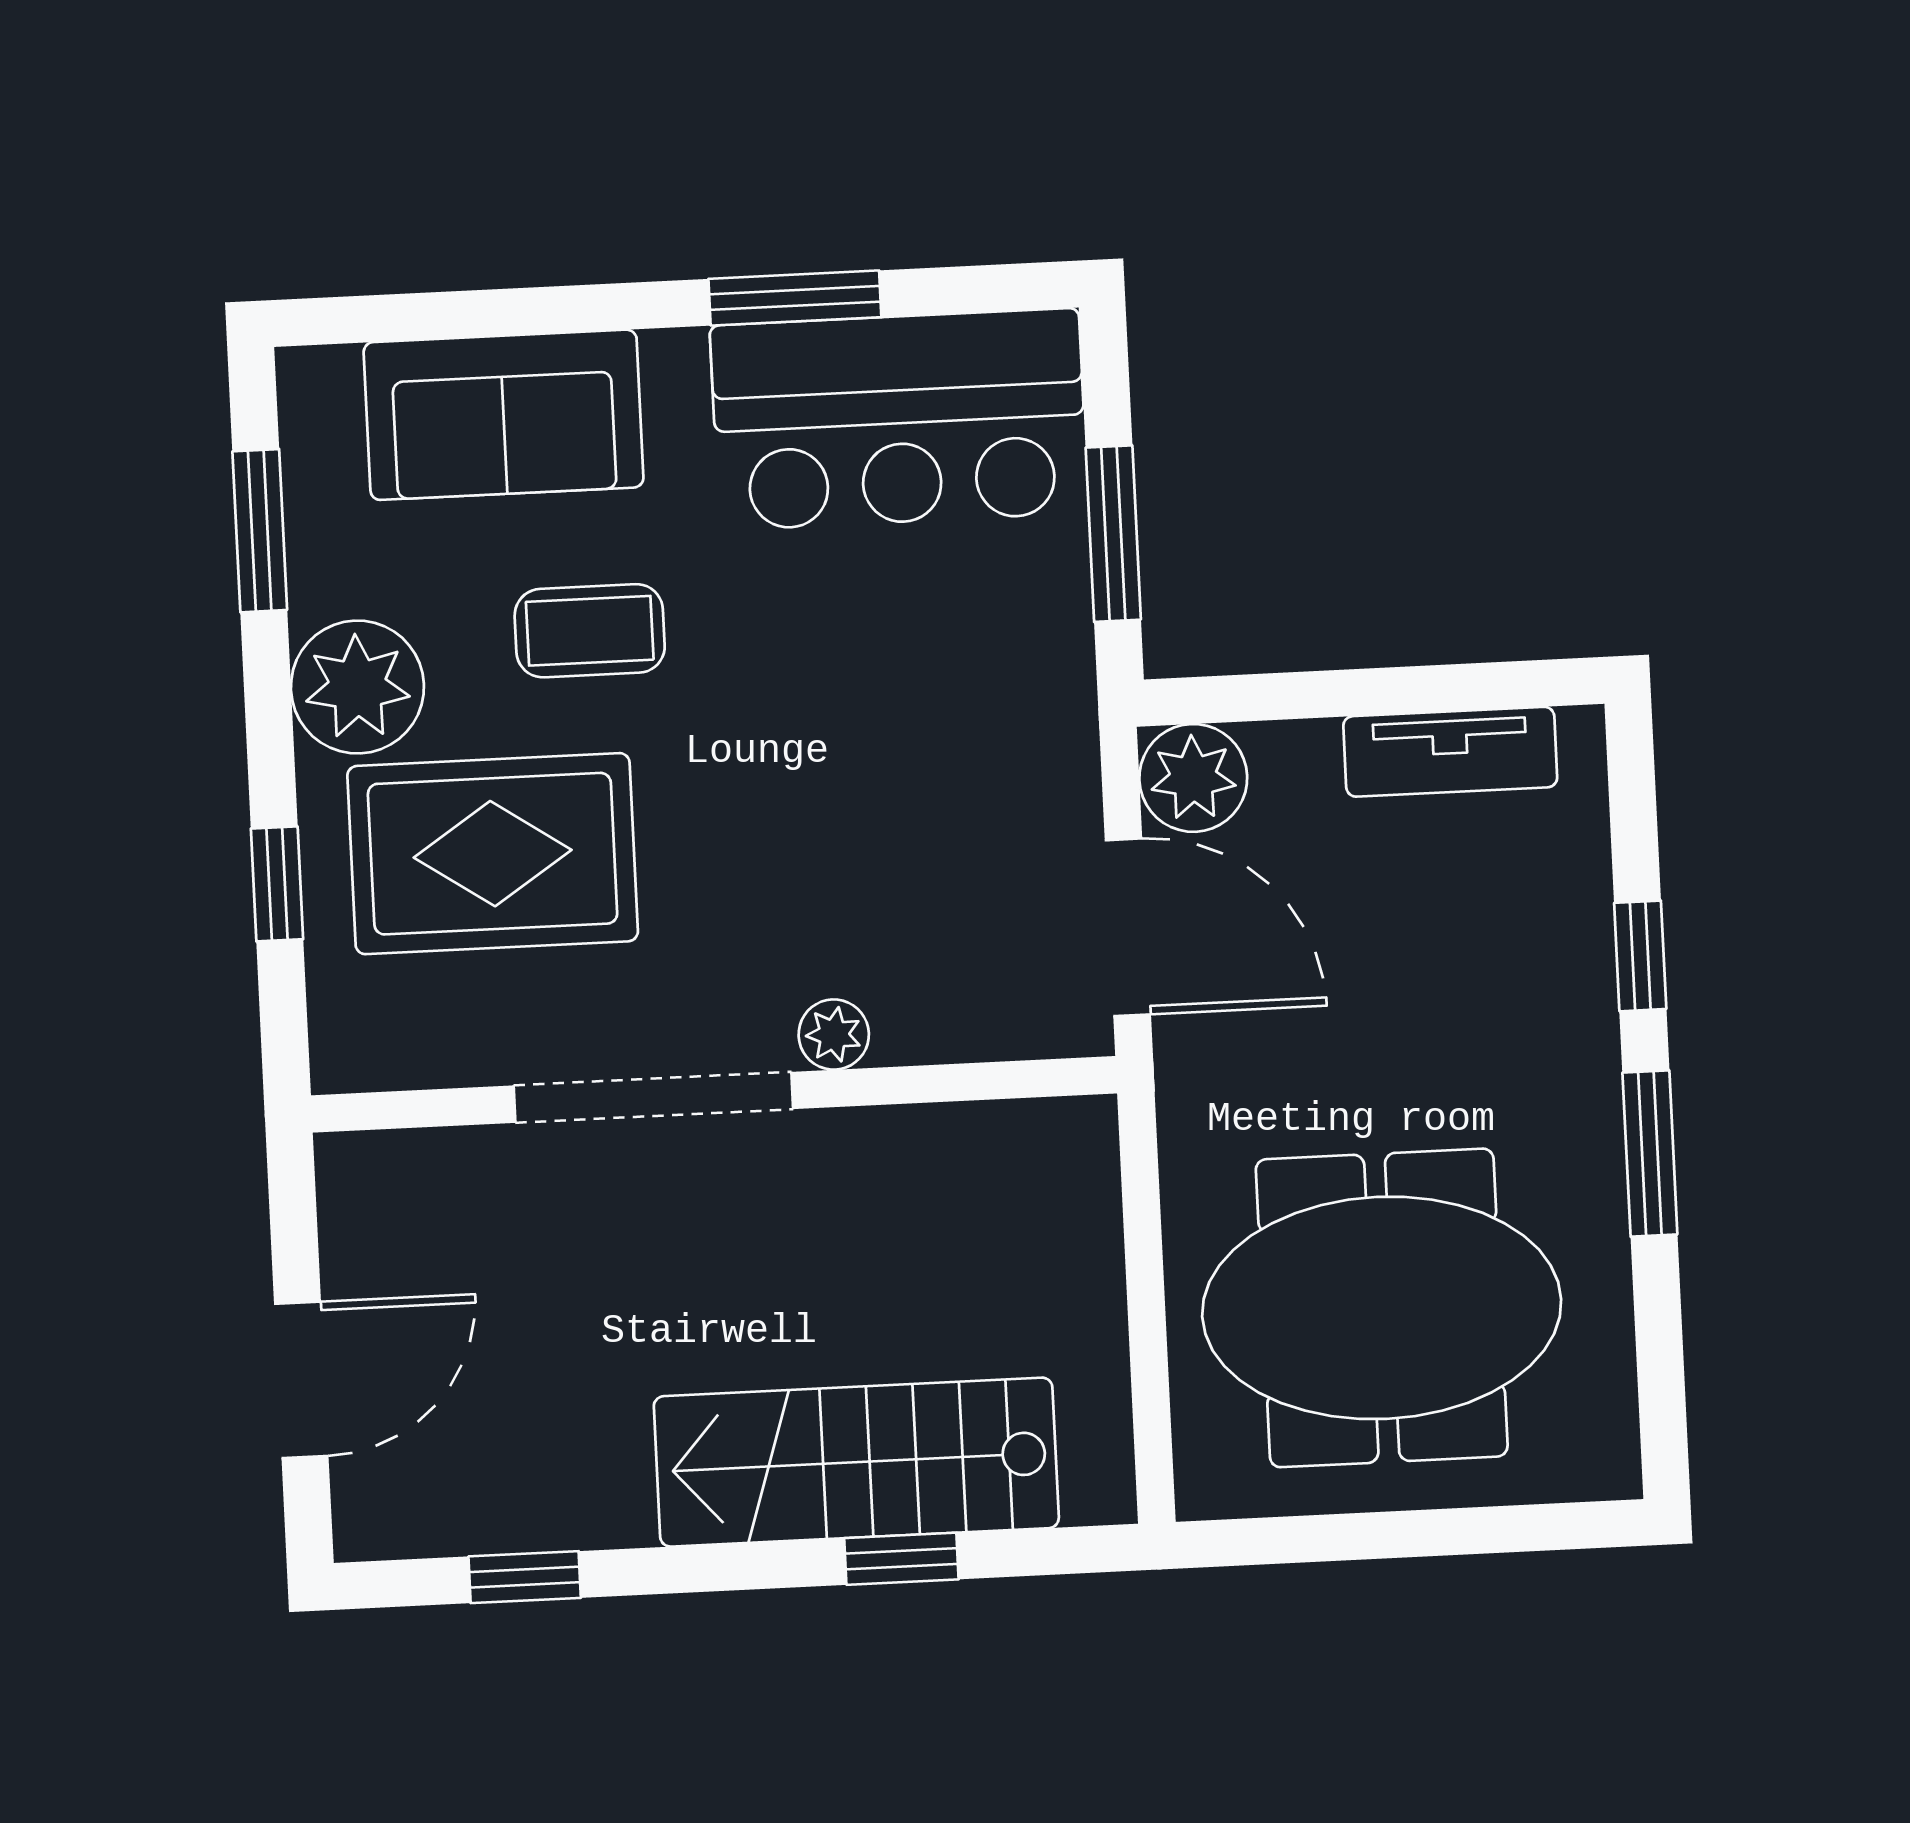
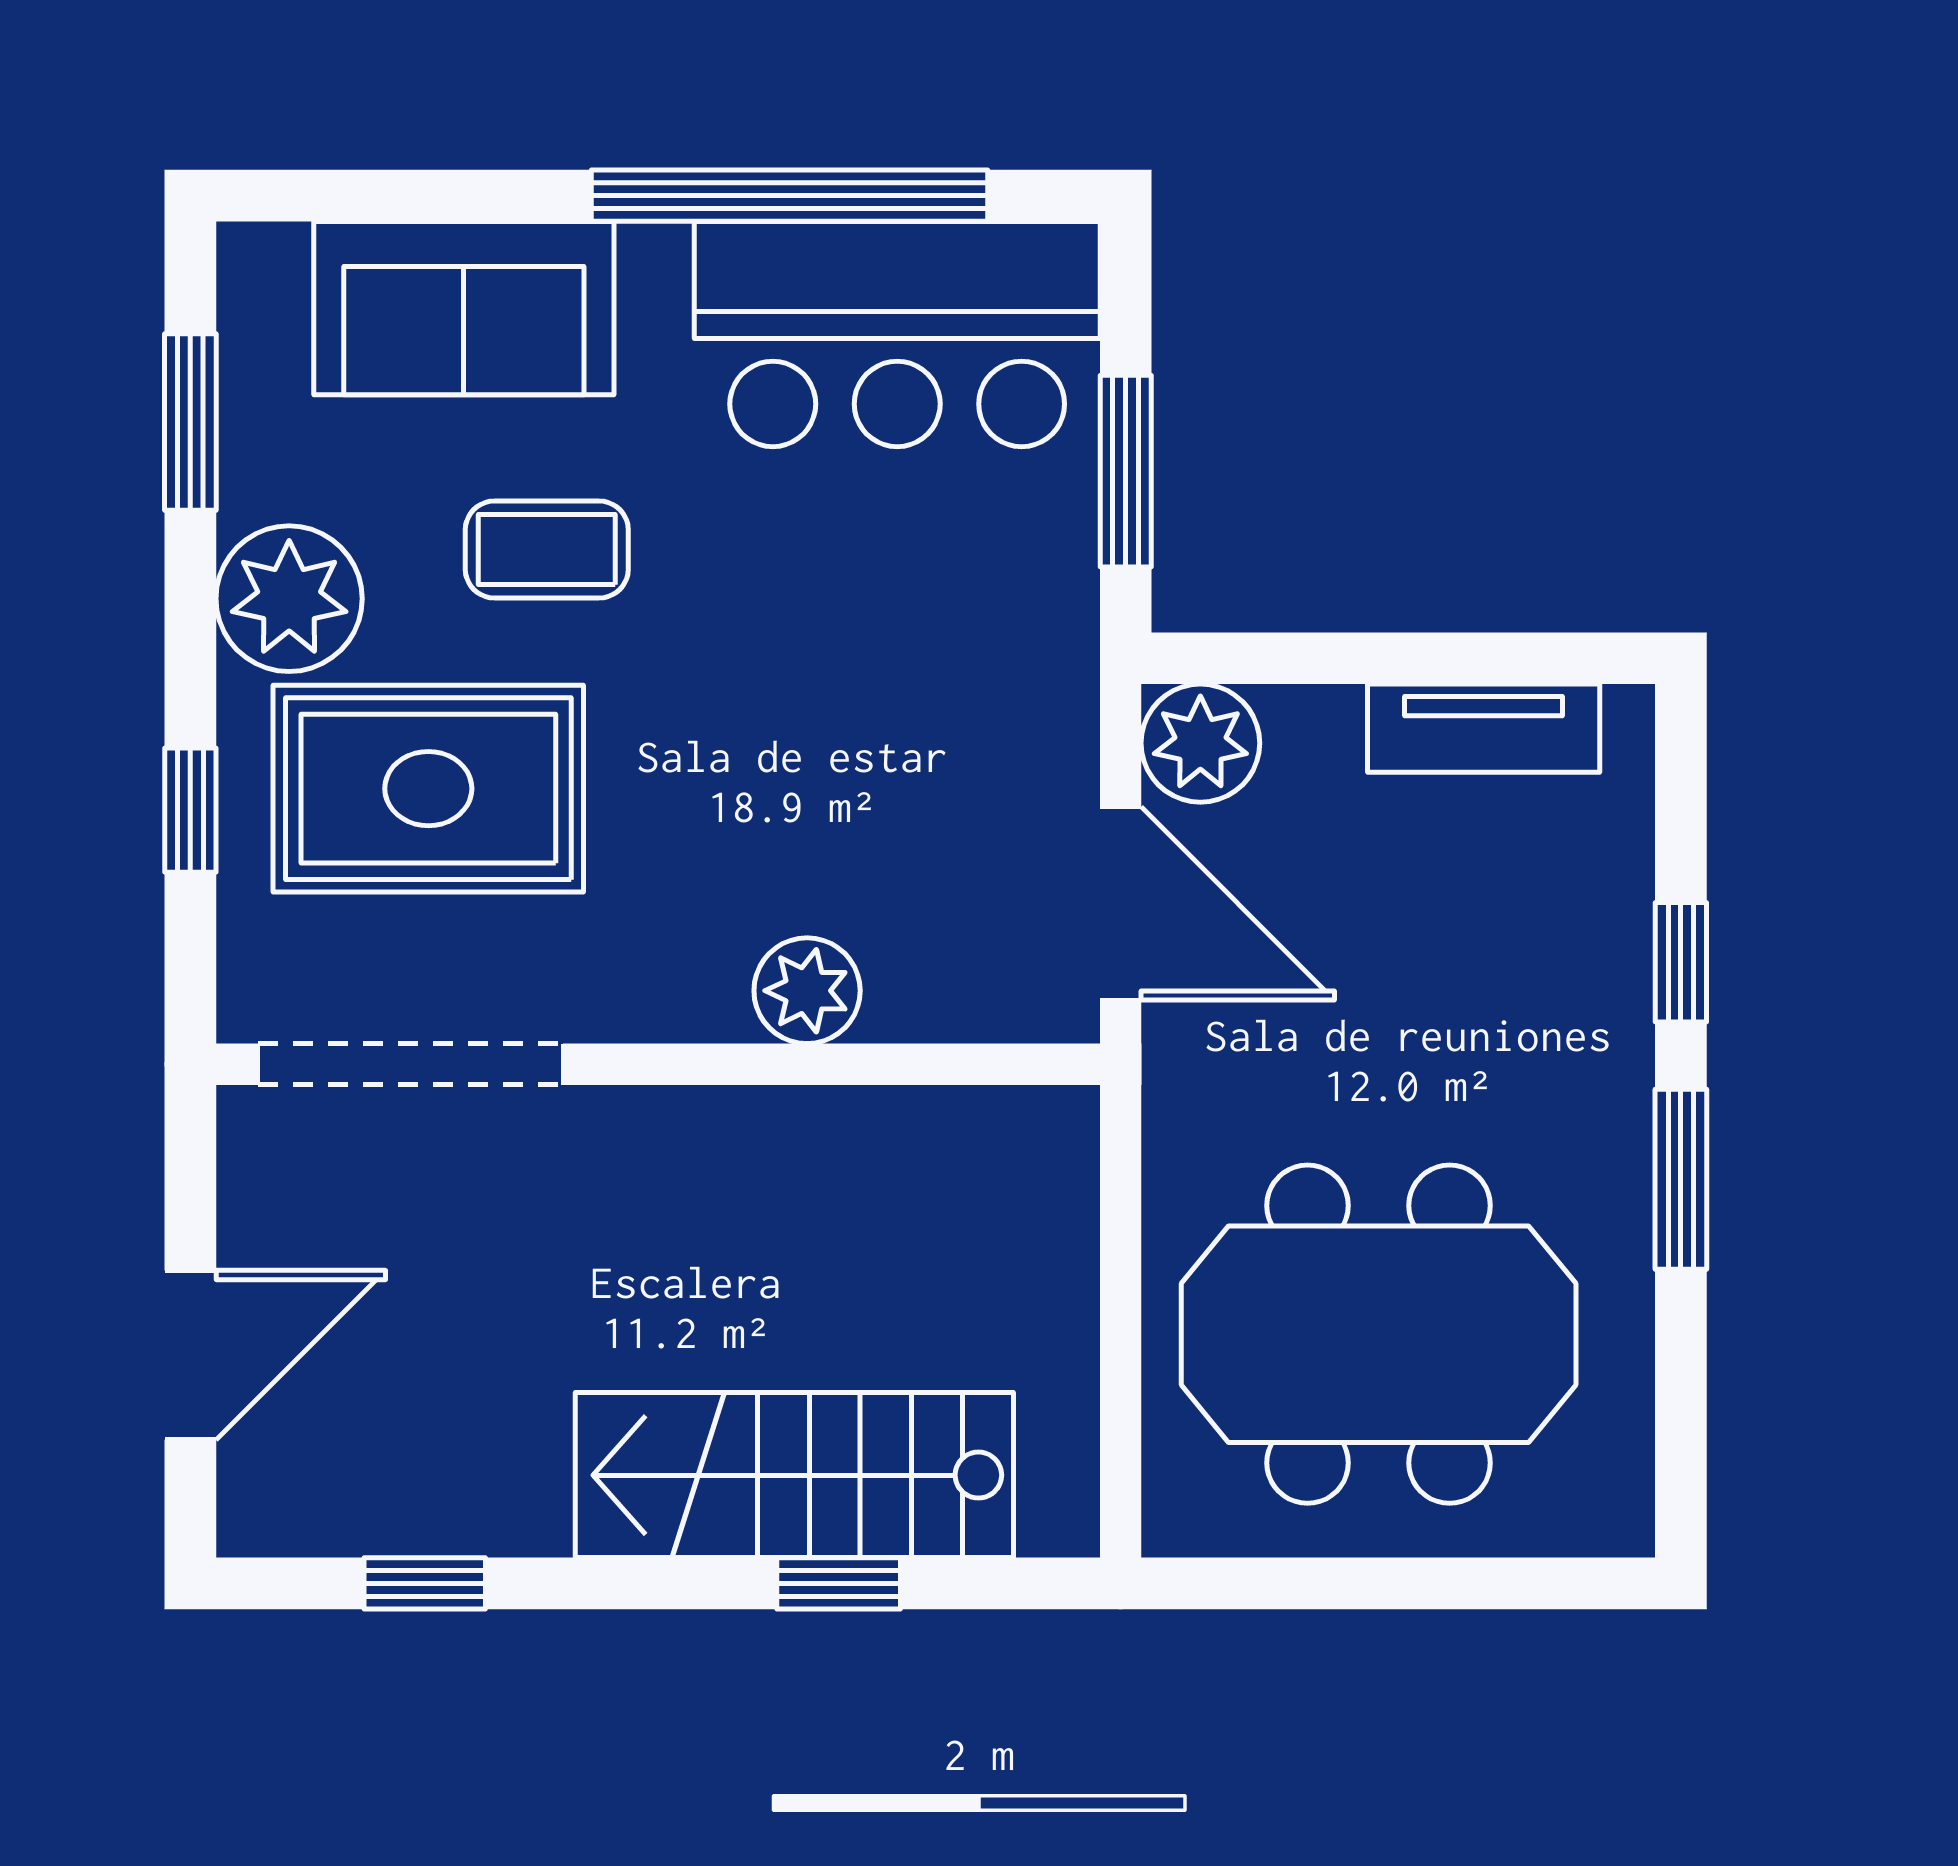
window: (795, 298) -> (790, 196), width x2.11
plant: (834, 1035) -> (807, 991), width x1.38, depth x1.38
doorway: (653, 1097) -> (411, 1064), moved

